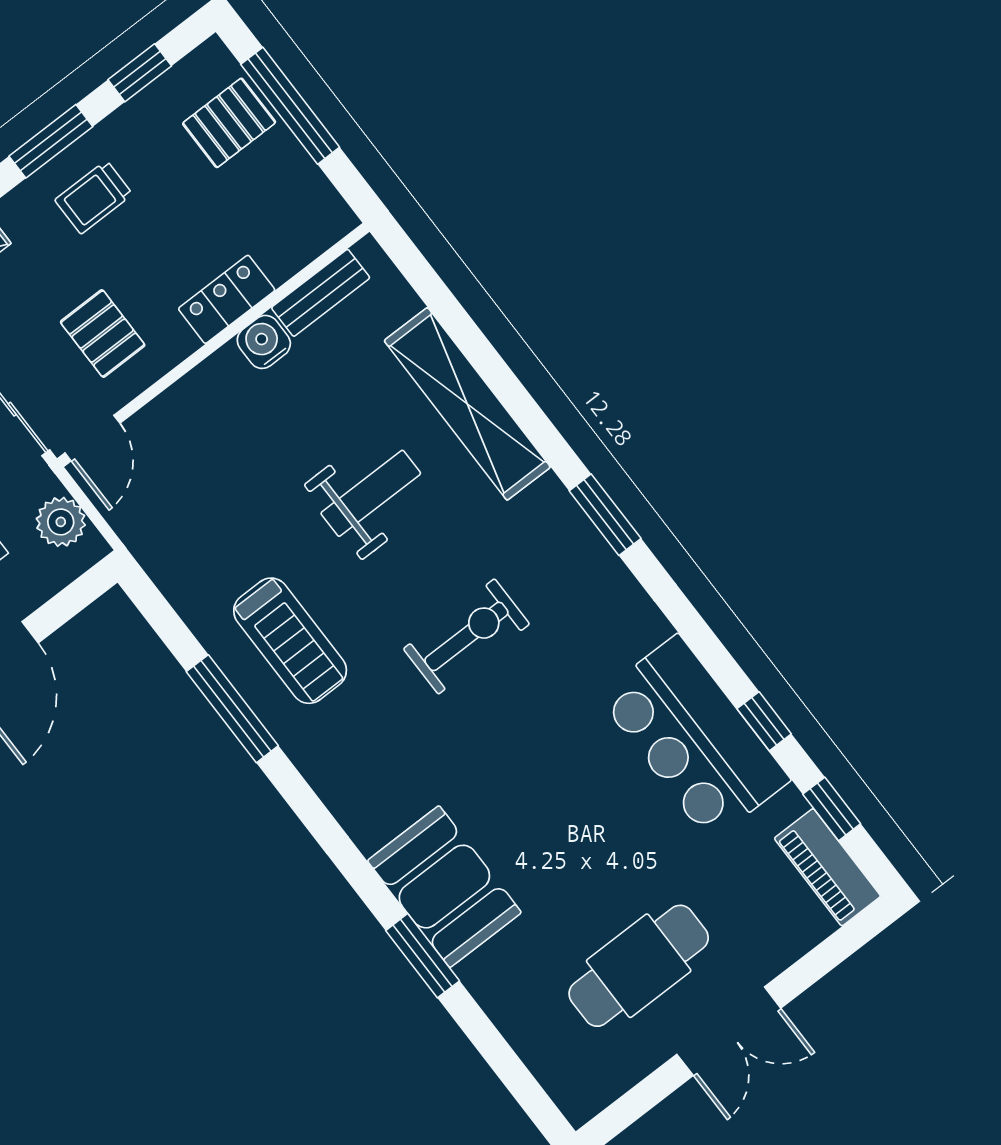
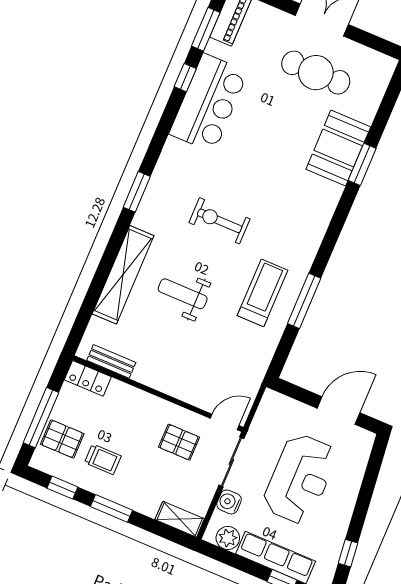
trolley: (94, 197) -> (103, 459), moved
locker: (227, 299) -> (88, 378), moved
pallet: (103, 334) -> (179, 442), turned 90
water cooler: (264, 342) -> (145, 373), removed
plant: (61, 522) -> (267, 416), removed
window: (832, 809) -> (206, 29), width x1.50
booth: (444, 887) -> (338, 148), moved

